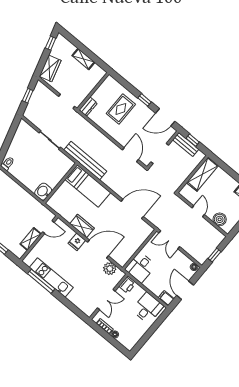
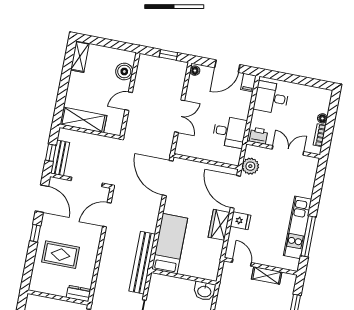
wall: (140, 249) -> (206, 161), moved

